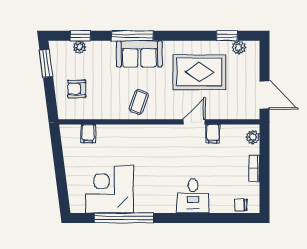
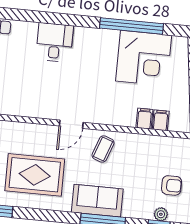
armchair: (77, 89) -> (172, 185), moved
door: (194, 122) -> (71, 124), moved
filing cabinet: (213, 134) -> (144, 119), moved

